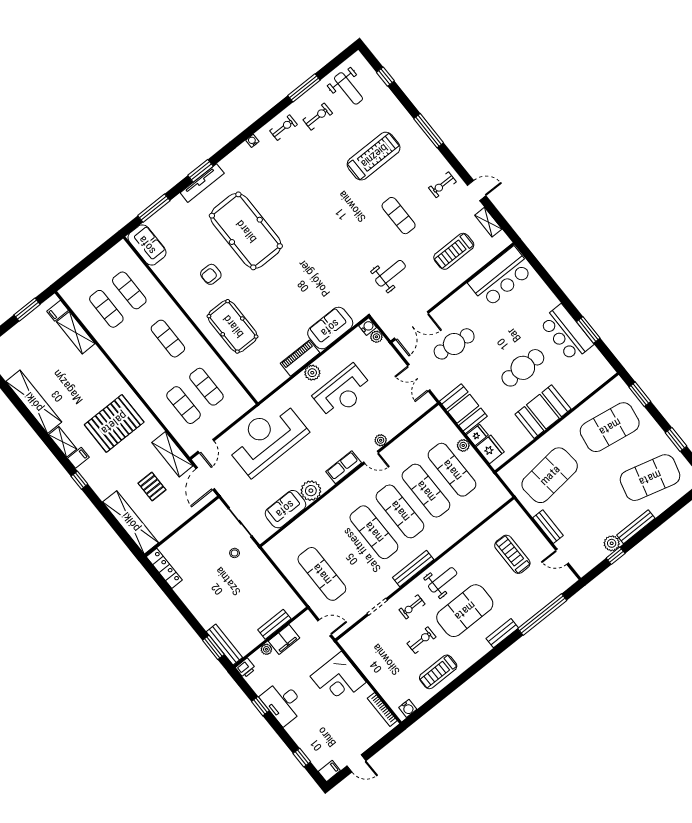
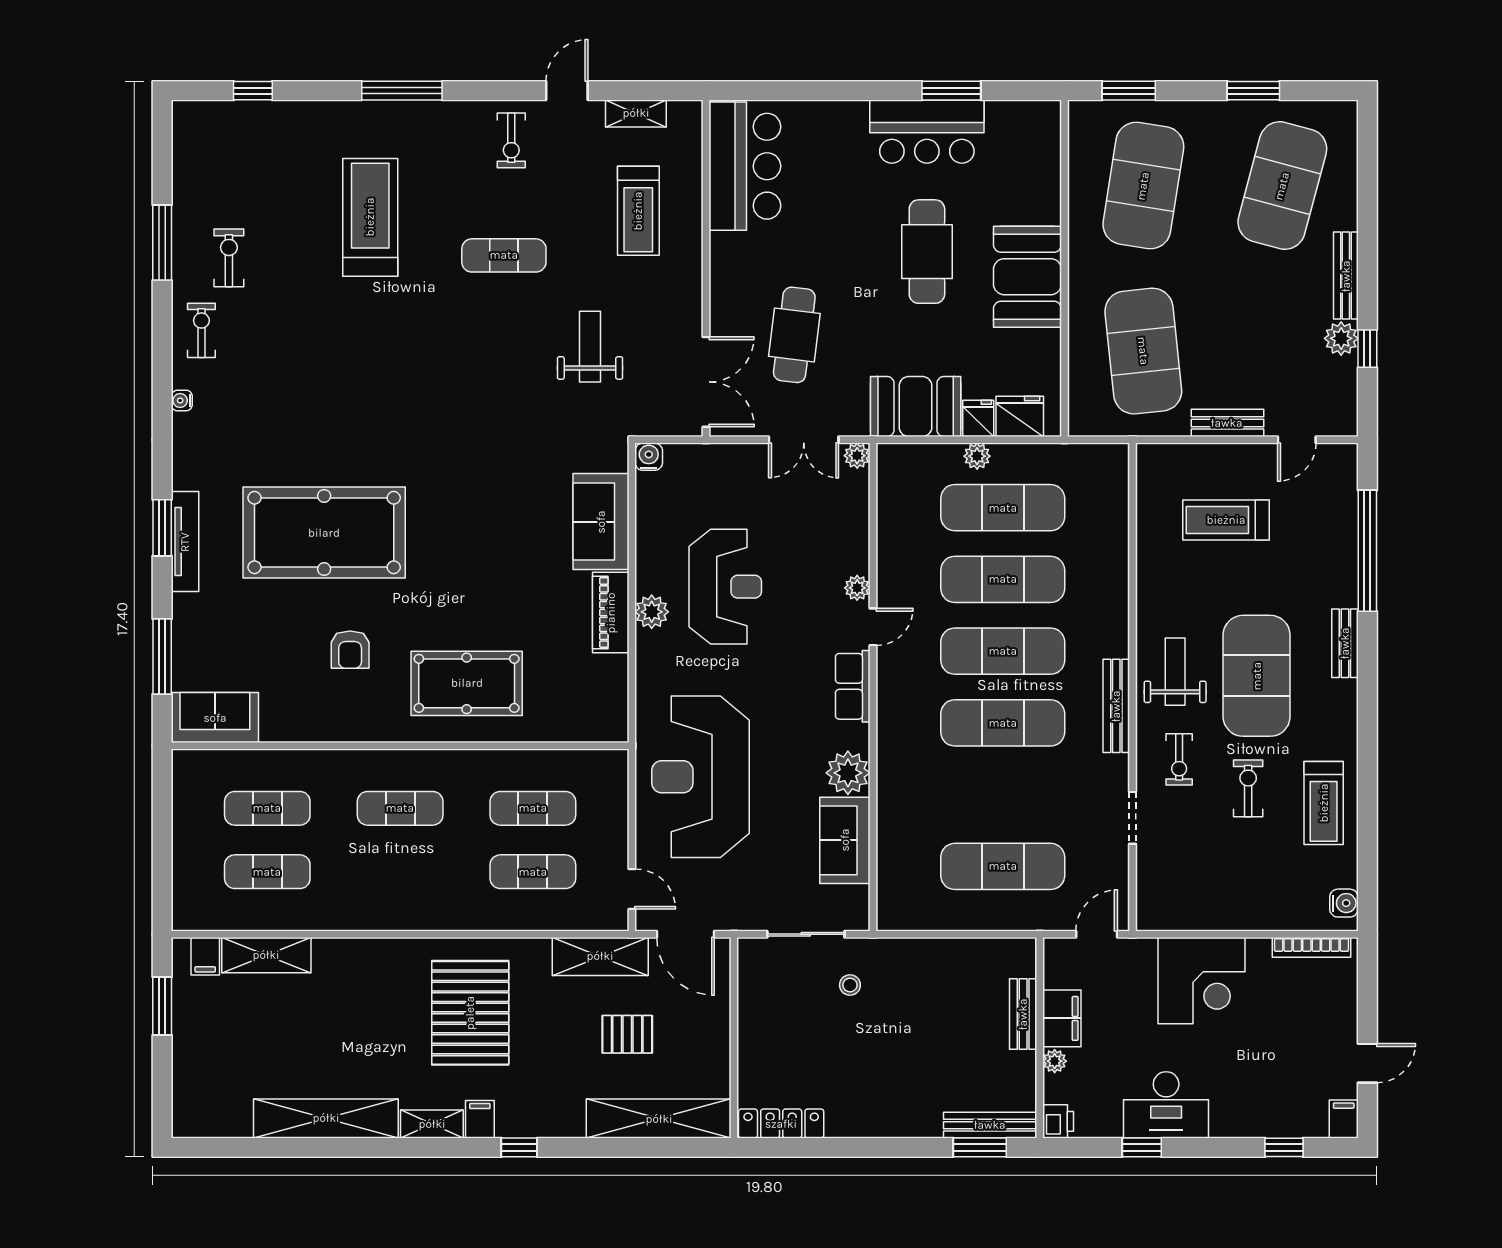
weight bench: (348, 88) -> (223, 168), removed
plant: (376, 337) -> (857, 456), moved

